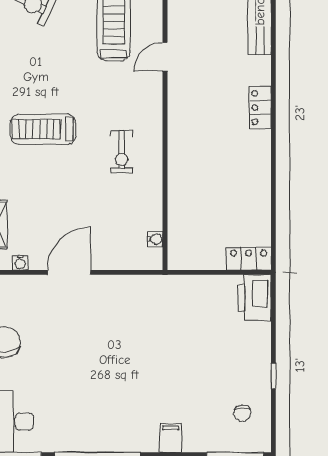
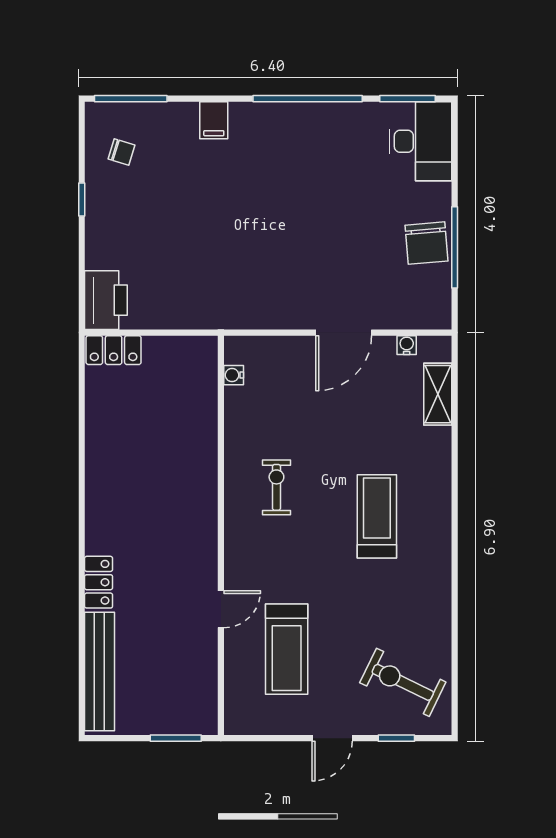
locker: (260, 108) -> (99, 582), moved
treadmill: (43, 129) -> (377, 516), turned -90
chair: (242, 413) -> (121, 152), turned 108

